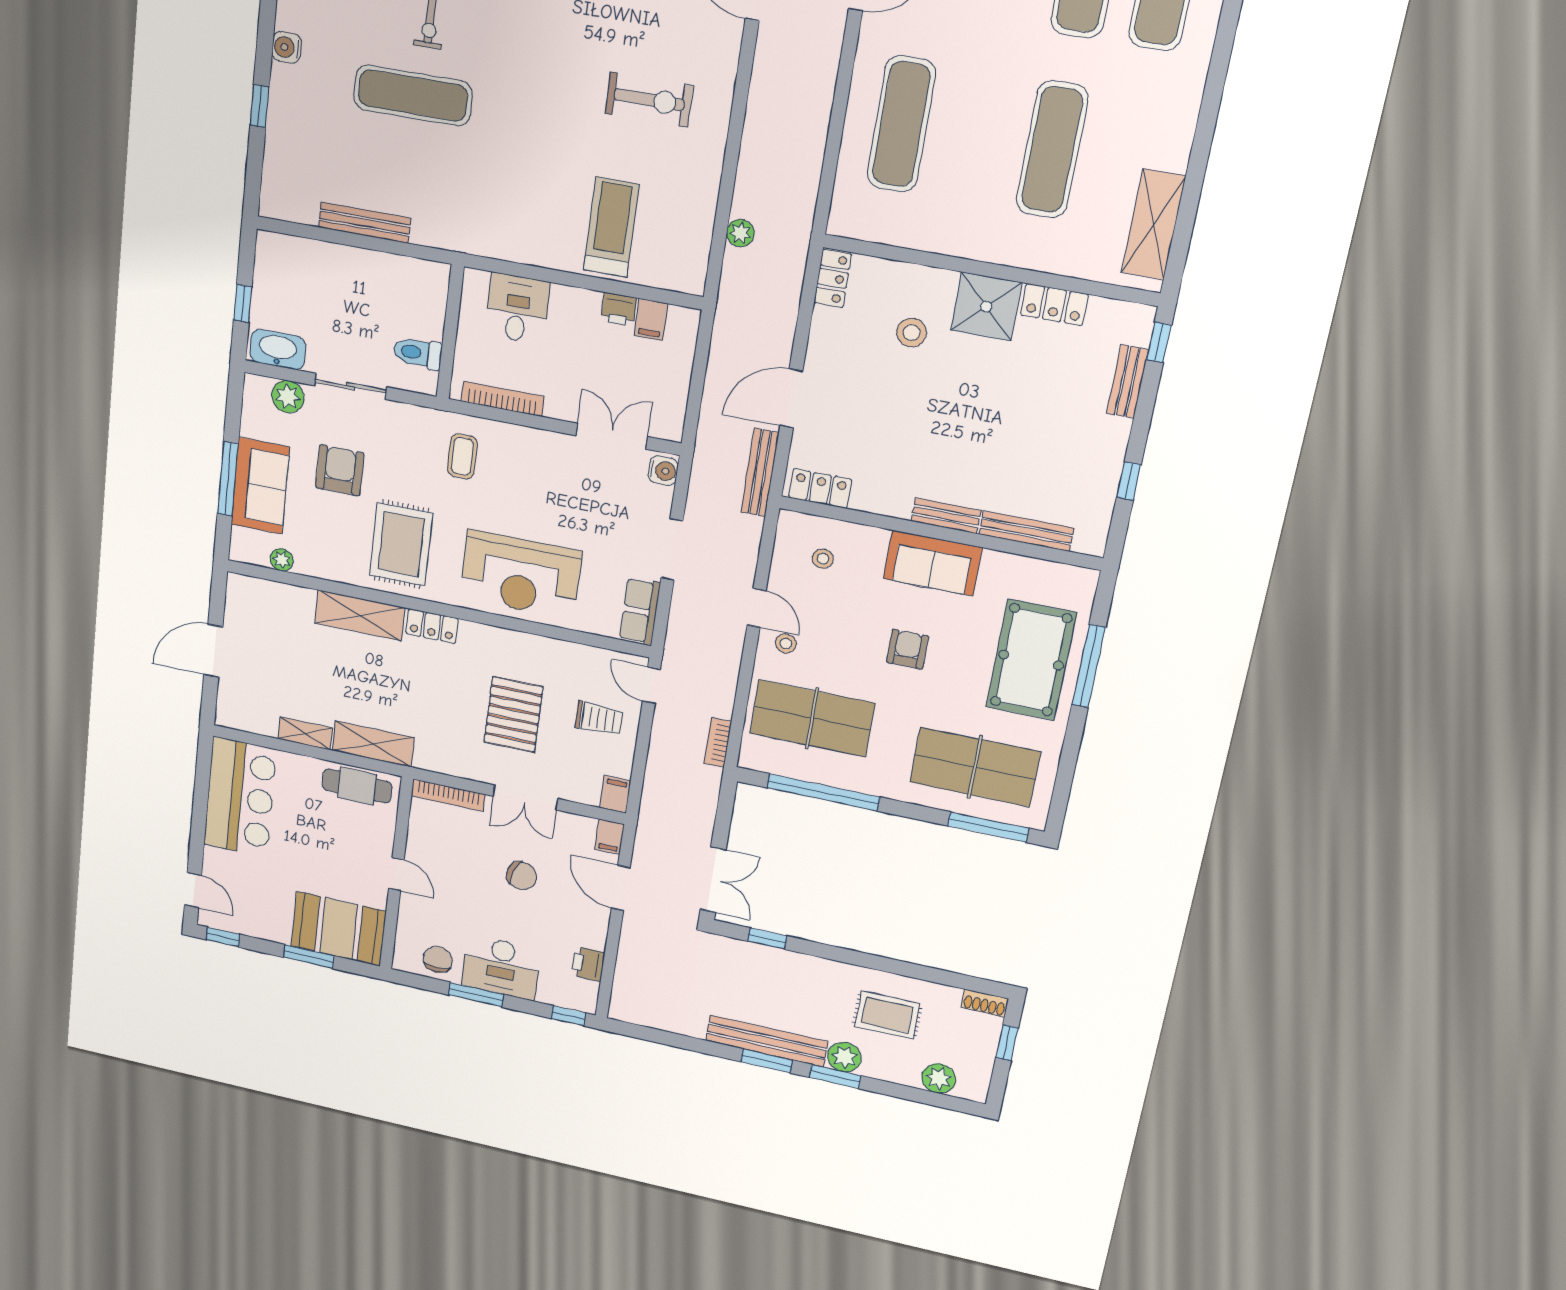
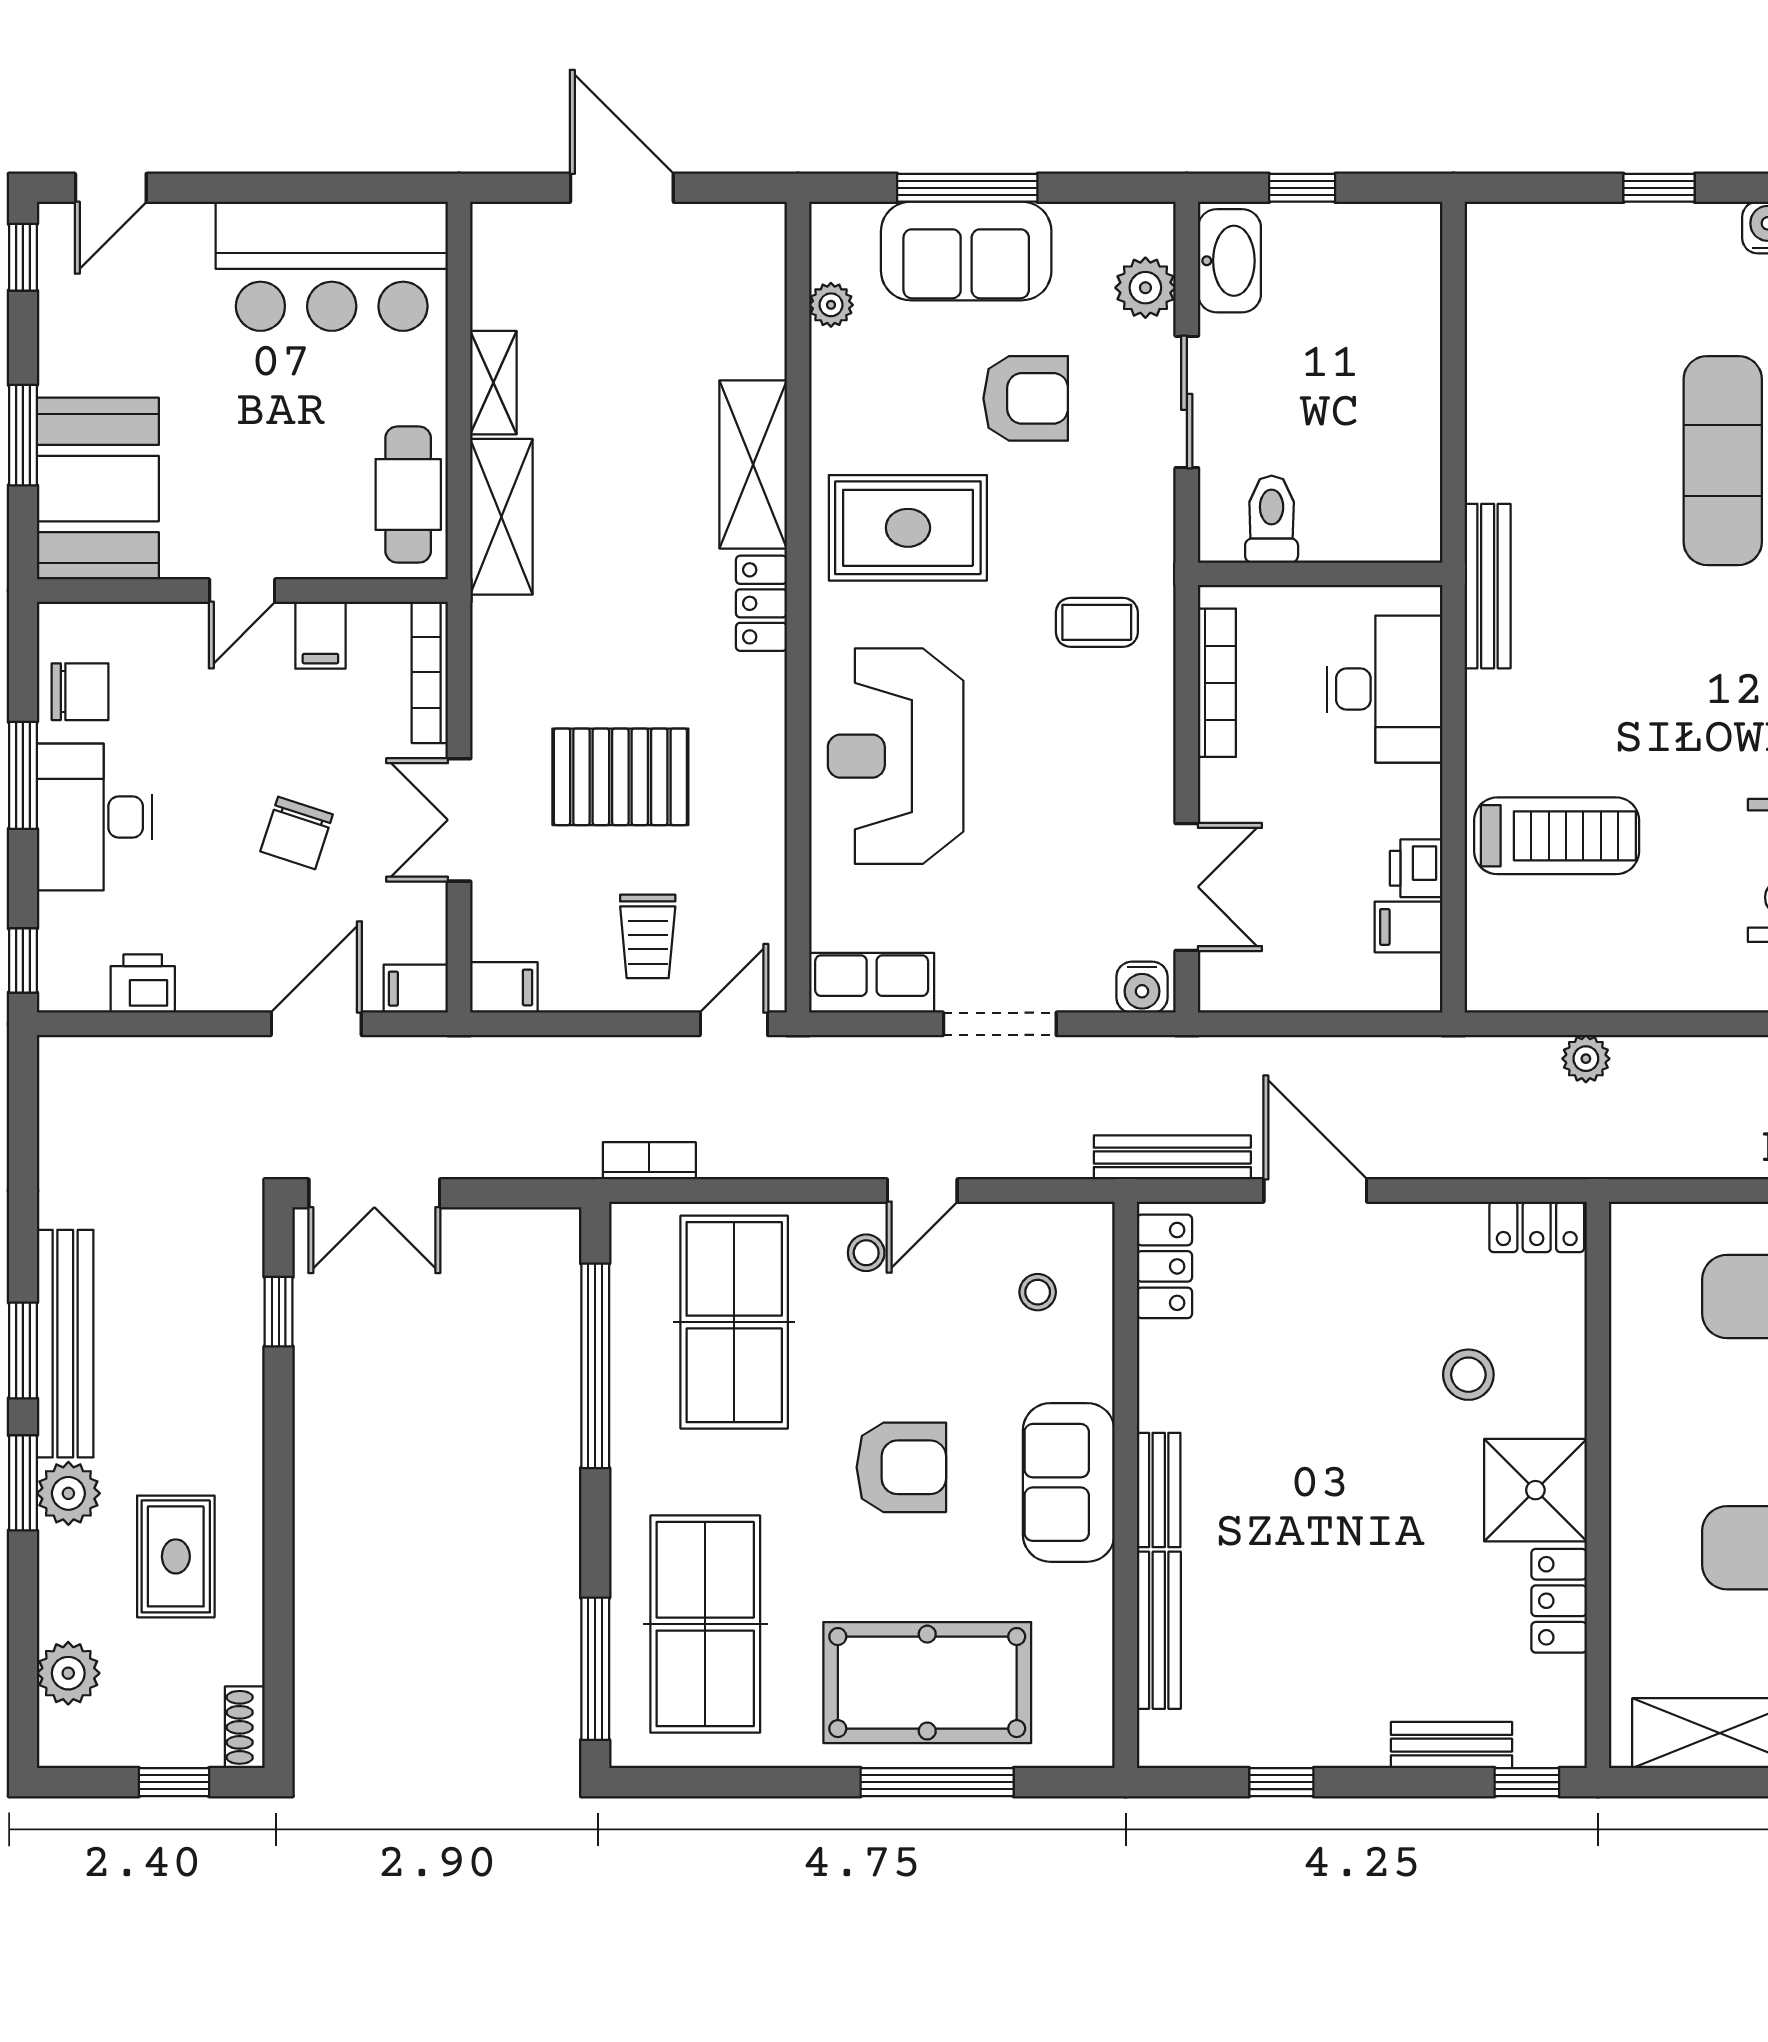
bench: (364, 223) -> (1488, 586), moved
desk: (517, 309) -> (1385, 689), width x1.37
armchair: (907, 649) -> (901, 1467), width x1.38, depth x1.38
filing cabinet: (423, 843) -> (320, 635), added

